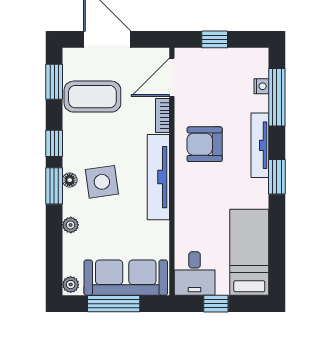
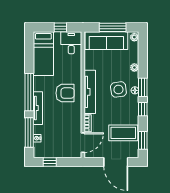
window: (215, 39) -> (50, 162), moved
armchair: (205, 144) -> (65, 93), moved
window: (277, 177) -> (29, 92), width x2.11

